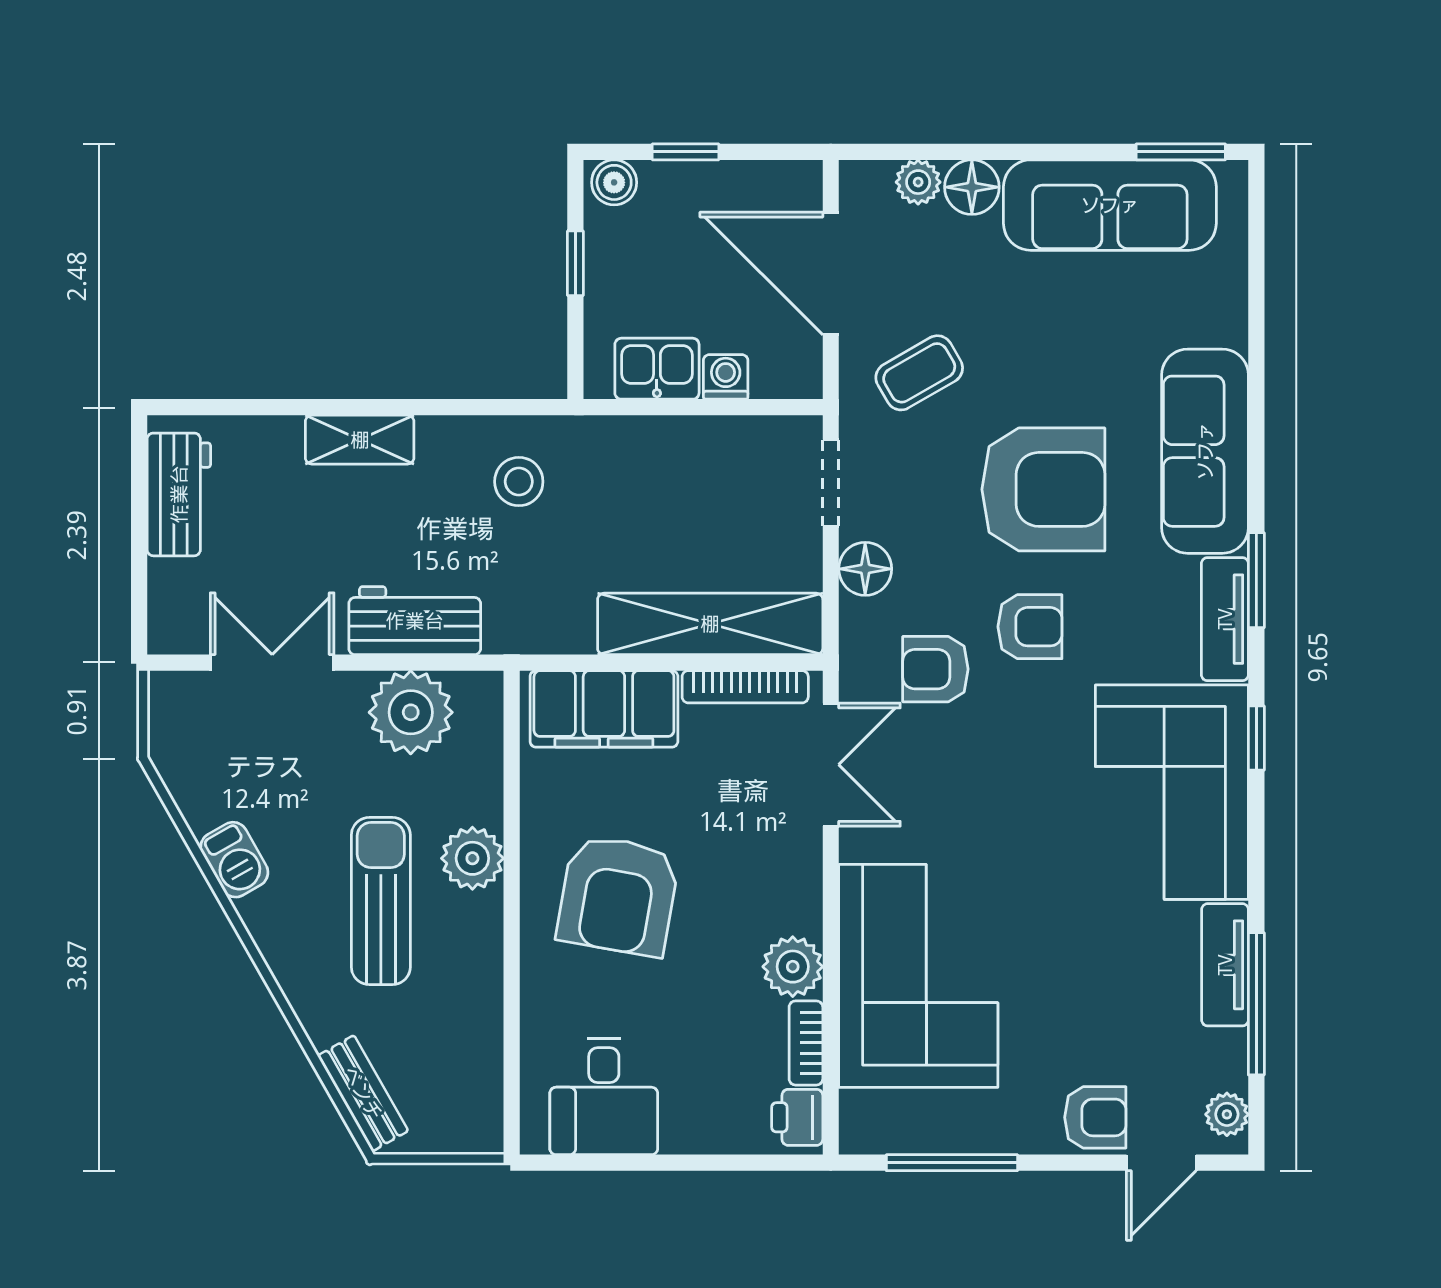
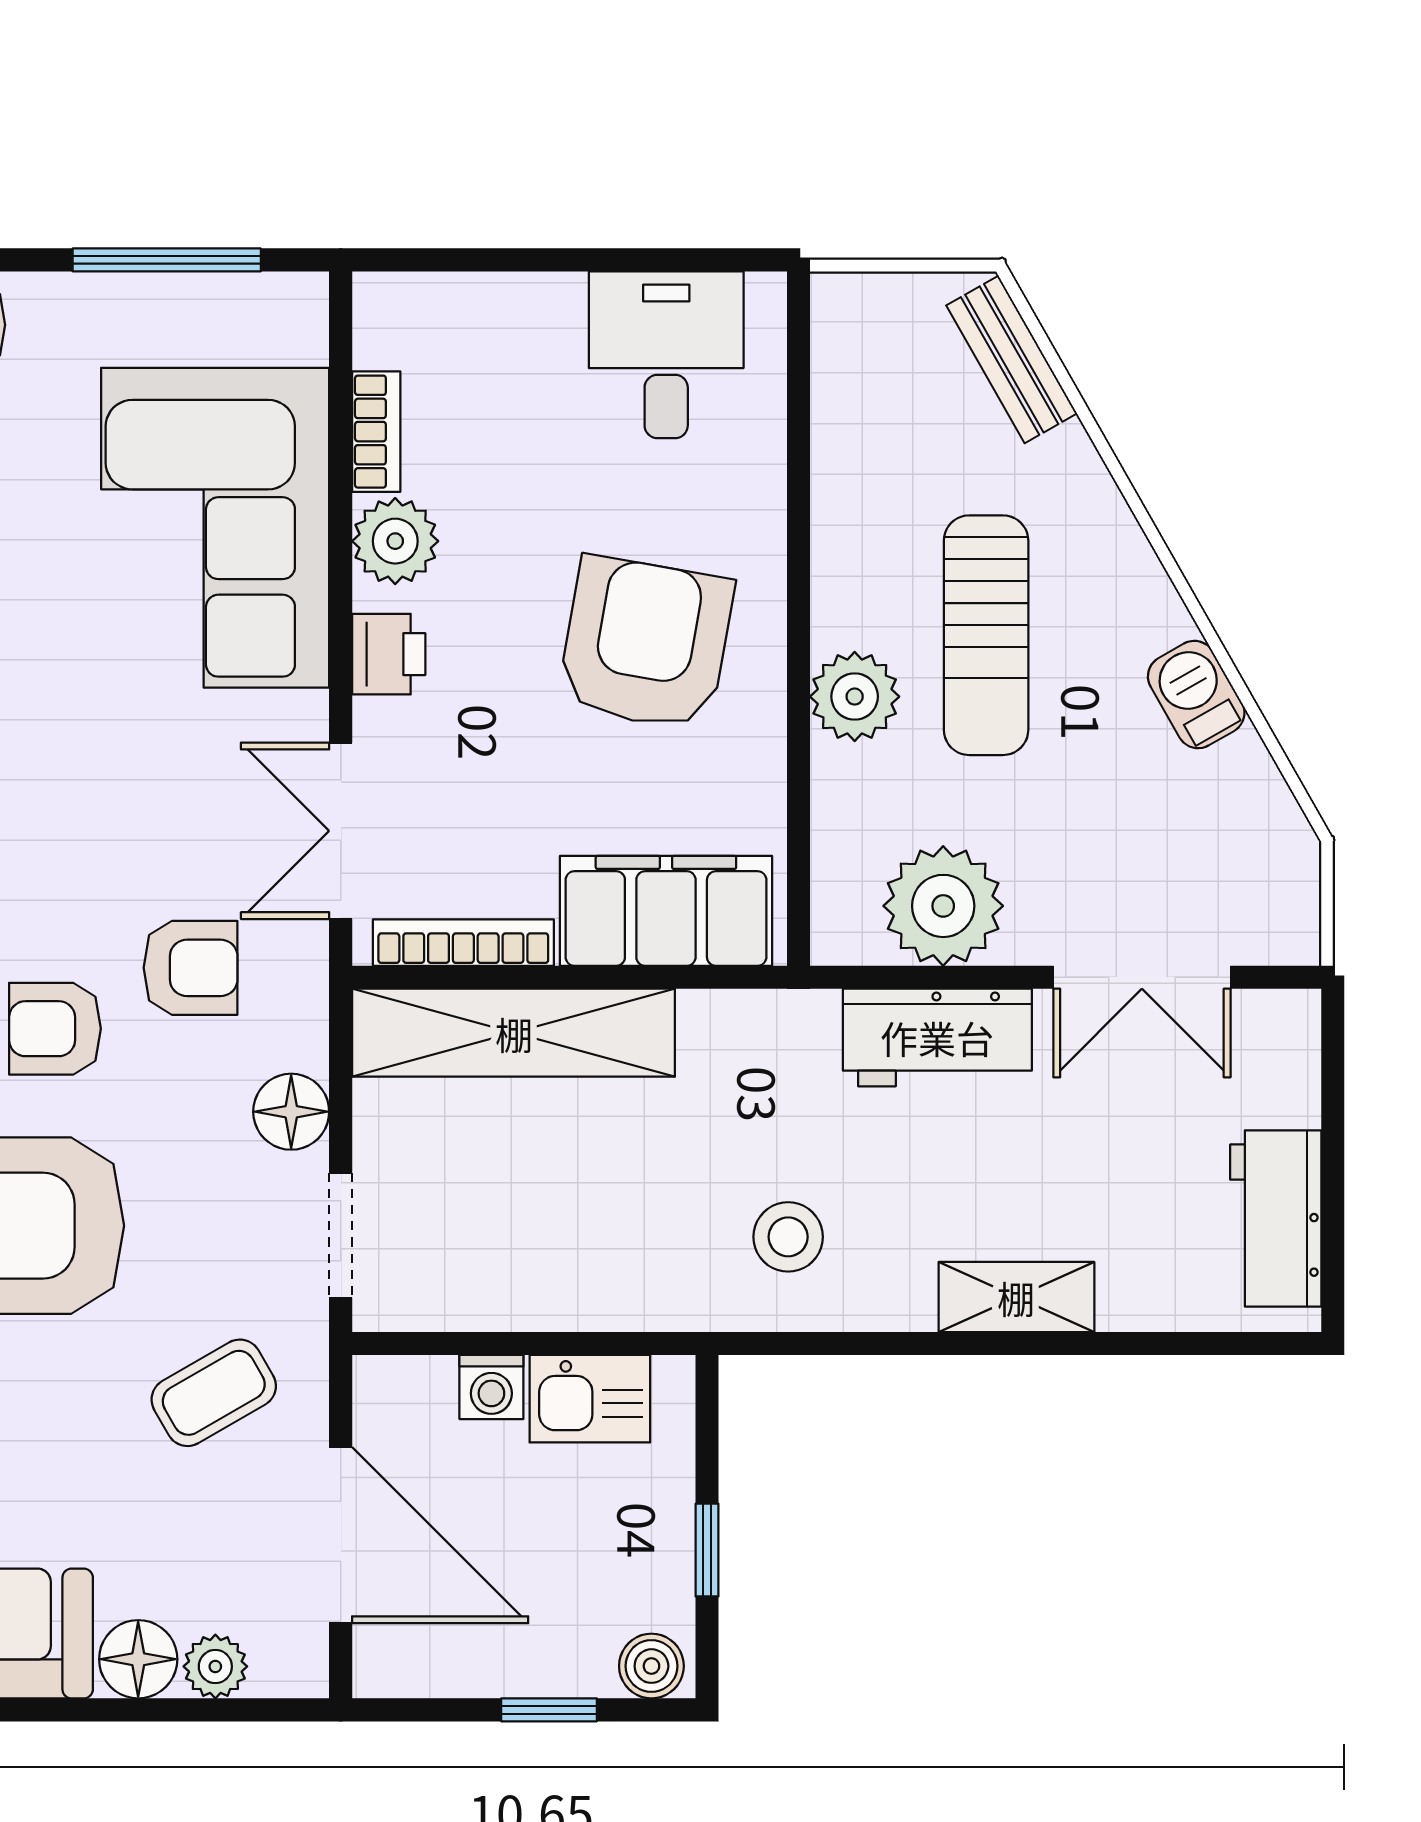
printer: (797, 1117) -> (389, 654), moved

